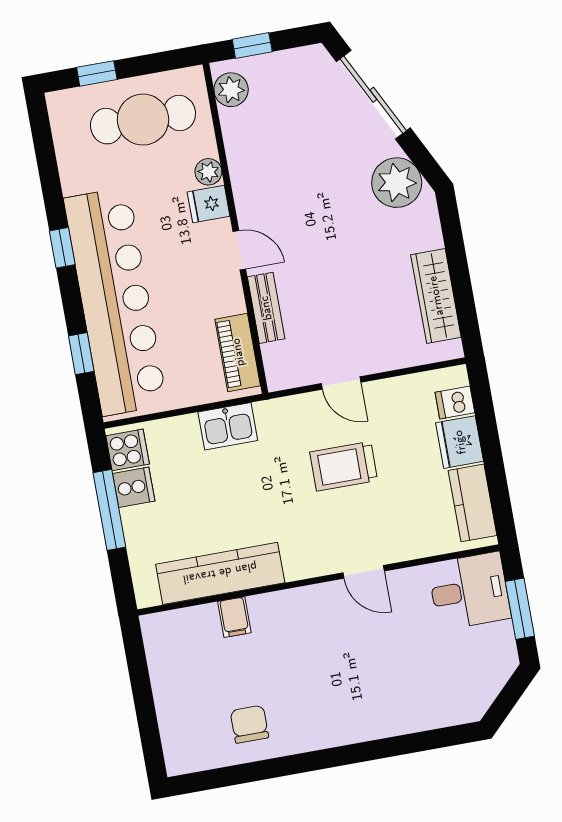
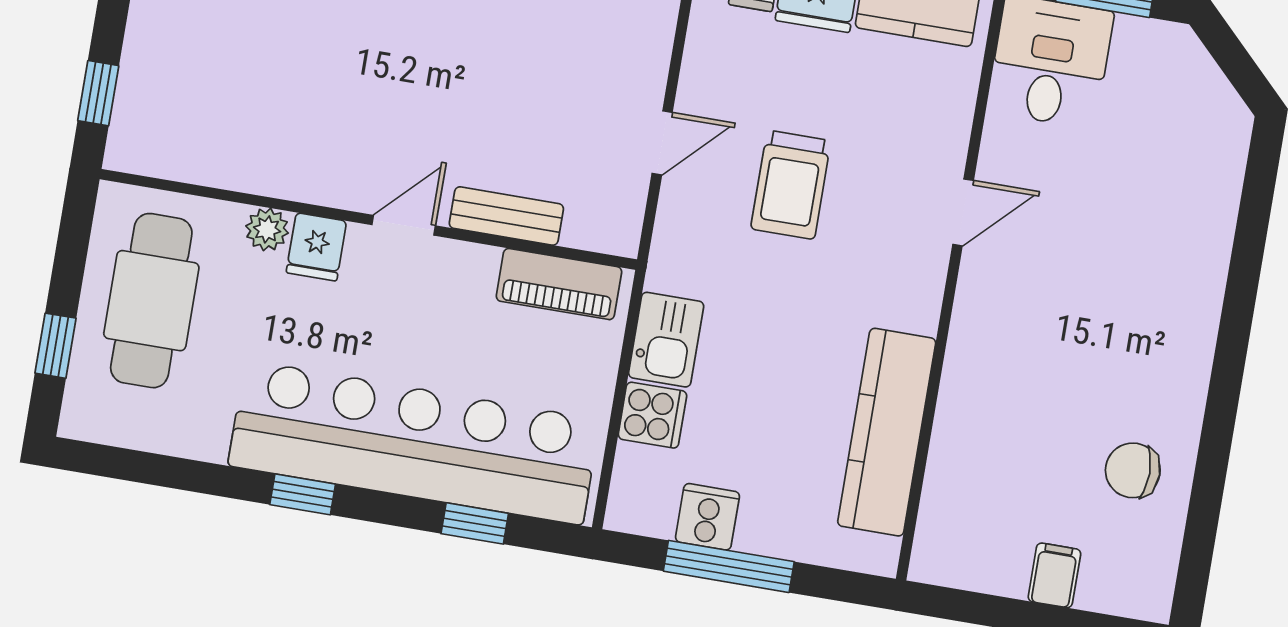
plant: (231, 90) -> (154, 150), removed
cooker: (128, 450) -> (652, 415), moved, turned 90
filing cabinet: (234, 617) -> (1054, 575), moved, turned -90

